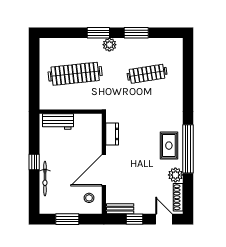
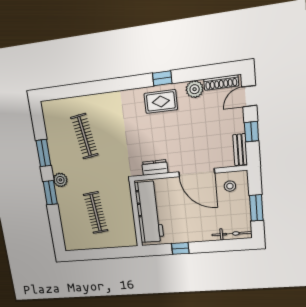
clothes rail: (75, 74) -> (96, 213), width x0.73, depth x0.76
workbench: (58, 121) -> (149, 212), width x1.88, depth x1.32
window: (188, 149) -> (162, 78), width x0.32
window: (34, 162) -> (180, 248), moved
bicycle: (45, 179) -> (232, 234), moved

